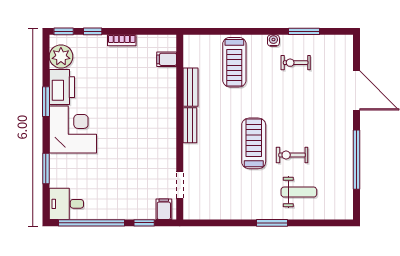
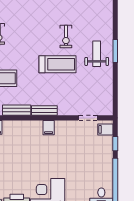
filing cabinet: (166, 131) -> (49, 128), added
treadmill: (254, 143) -> (58, 64), turned 180
weight bench: (299, 192) -> (97, 54), moved

